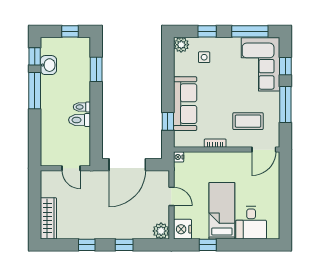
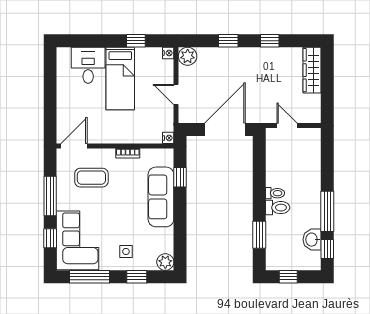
side table: (204, 57) -> (126, 251), moved
toilet: (80, 120) -> (278, 208), moved
nightstand: (183, 229) -> (168, 53), width x0.53, depth x0.56

